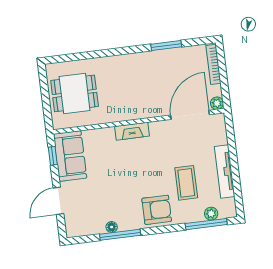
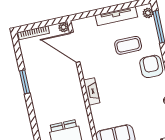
window: (166, 46) -> (25, 82), moved
plant: (211, 214) -> (148, 13), moved

